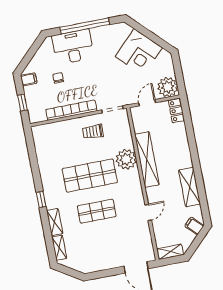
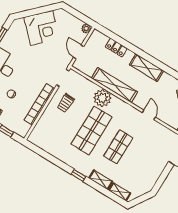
plant: (168, 87) -> (86, 29), width x0.53, depth x0.53
locker: (176, 111) -> (116, 48), moved
shelving: (190, 187) -> (147, 68), moved

